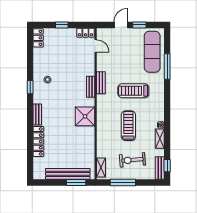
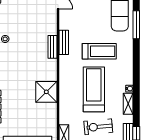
treadmill: (133, 91) -> (99, 51), turned 180
shower: (85, 116) -> (46, 92), moved
treadmill: (128, 126) -> (94, 89), width x1.37, depth x1.38

